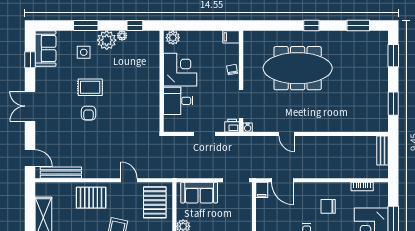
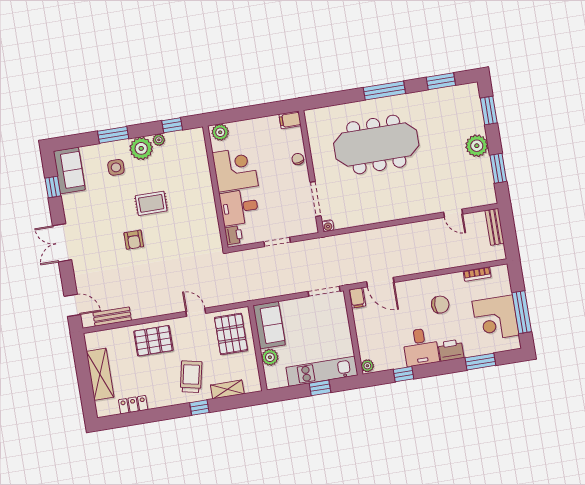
window: (311, 26) -> (384, 91), width x2.17
plant: (379, 83) -> (477, 146), added
rug: (90, 87) -> (151, 203), moved
printer: (232, 126) -> (234, 235), moved, turned 90
door: (287, 134) -> (453, 213), moved
bench: (61, 173) -> (112, 317), width x0.73
sofa: (199, 193) -> (269, 325), moved, turned -90
chair: (328, 206) -> (440, 305), turned 180

